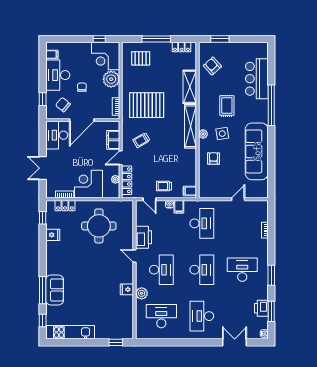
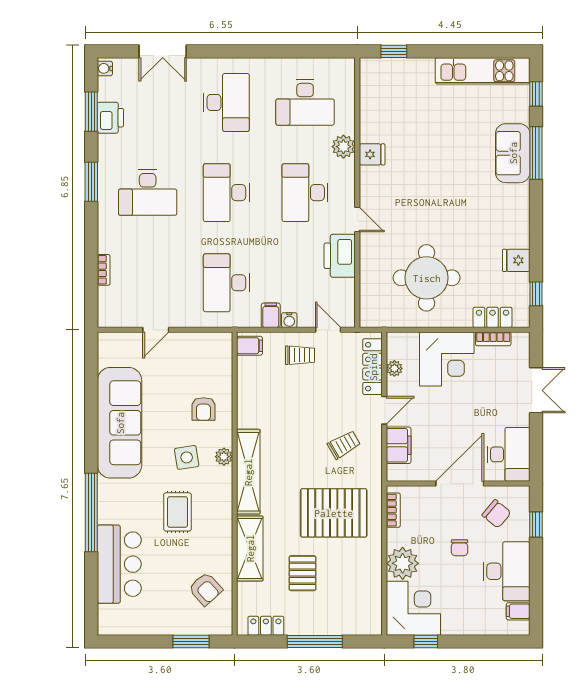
pallet: (141, 58) -> (302, 573), moved, turned 90

